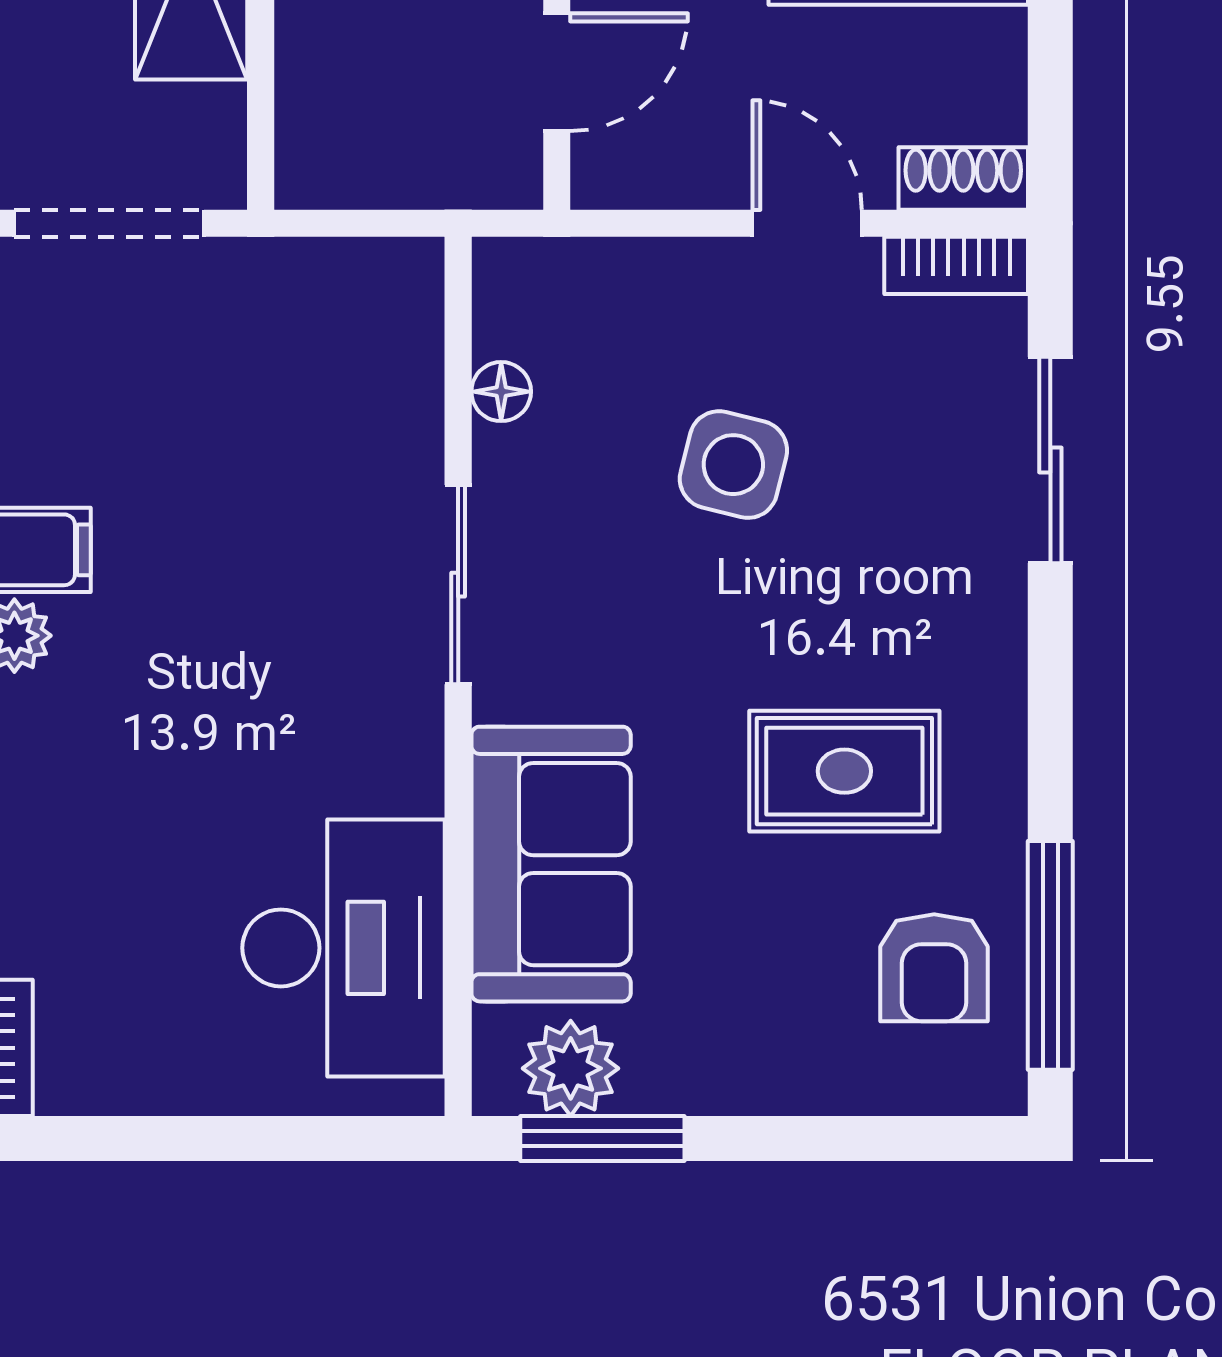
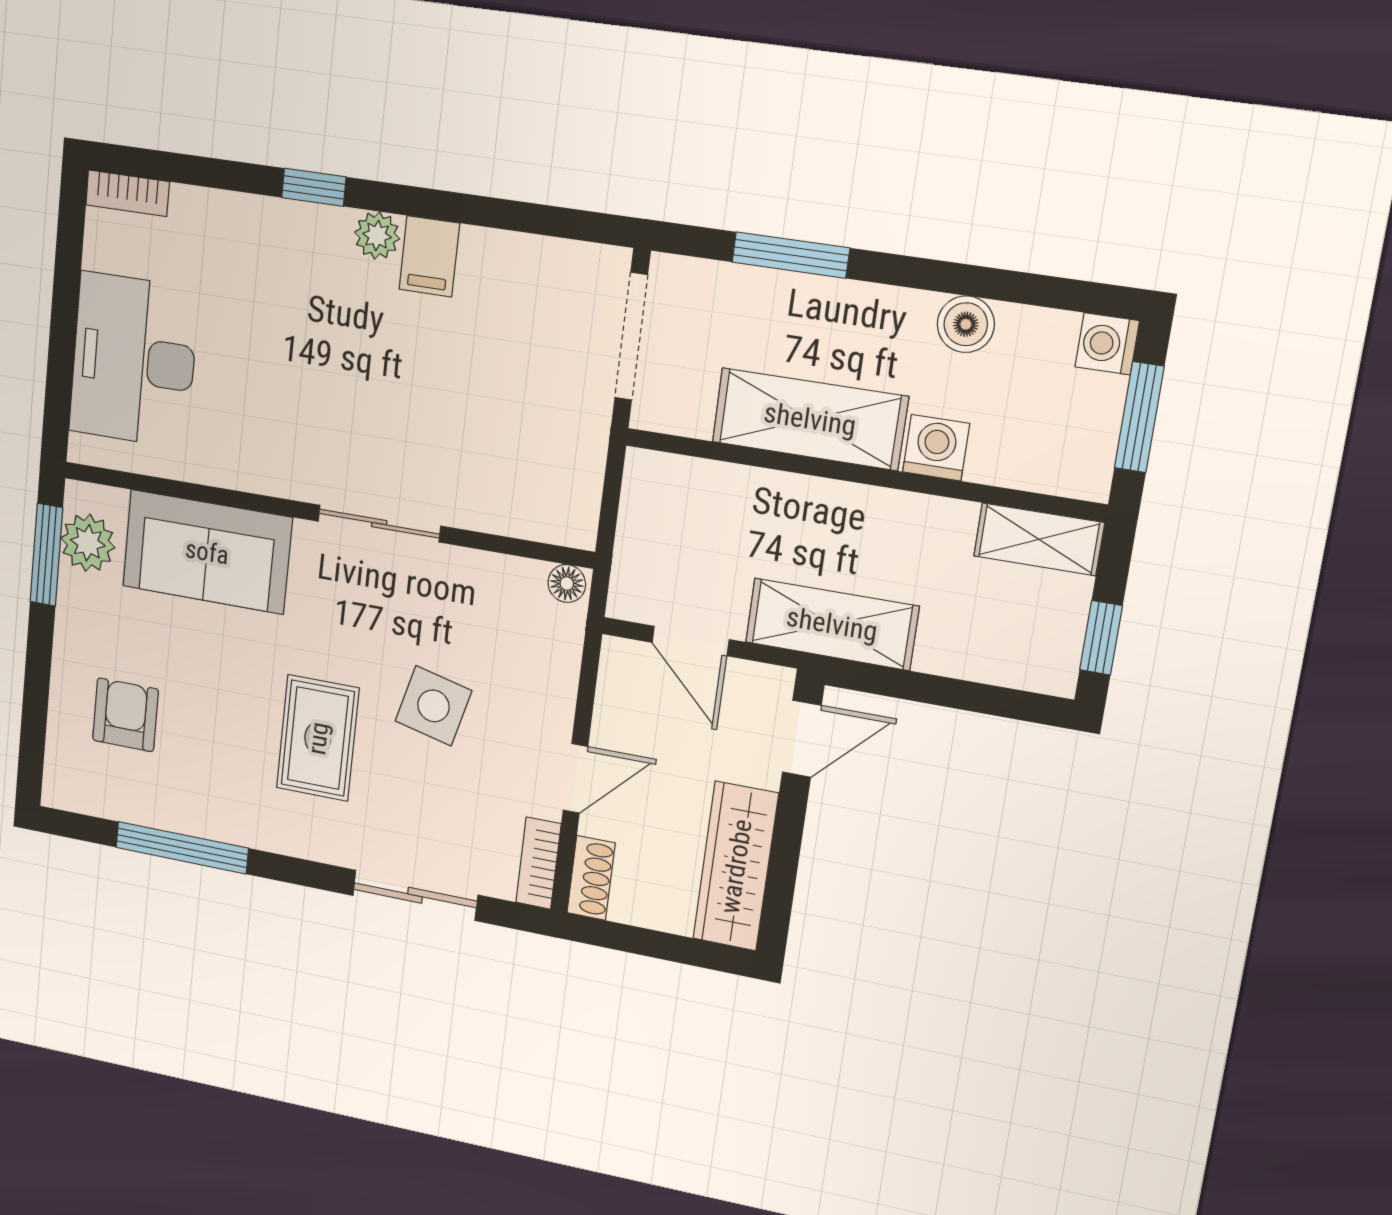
floor lamp: (501, 392) -> (567, 584), moved
rug: (844, 771) -> (318, 738), moved
desk: (344, 948) -> (134, 360), moved, turned 90
window: (1050, 955) -> (182, 848), moved
armchair: (934, 968) -> (125, 715), moved, turned 90

